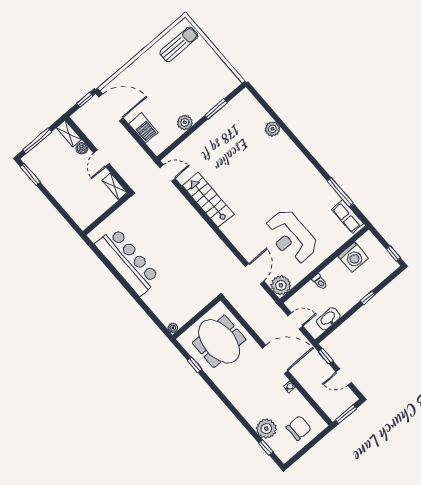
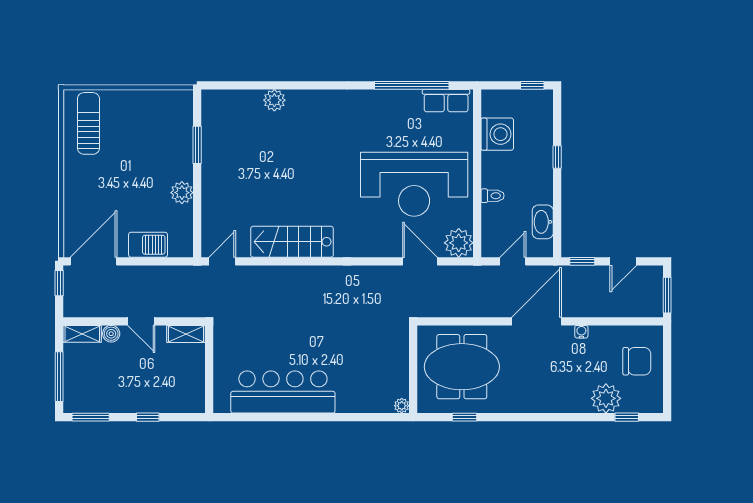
window: (340, 192) -> (412, 85), width x1.46
window: (55, 204) -> (148, 417), added
reception desk: (291, 237) -> (414, 184), width x1.36, depth x1.30
chair: (299, 428) -> (637, 361), turned 90

